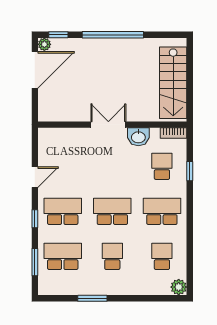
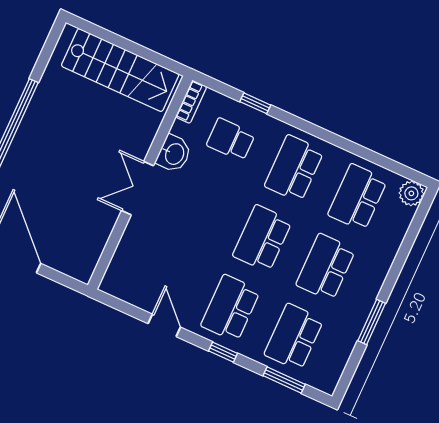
school desk: (112, 256) -> (326, 267), width x1.85
school desk: (162, 256) -> (358, 197), width x1.85

